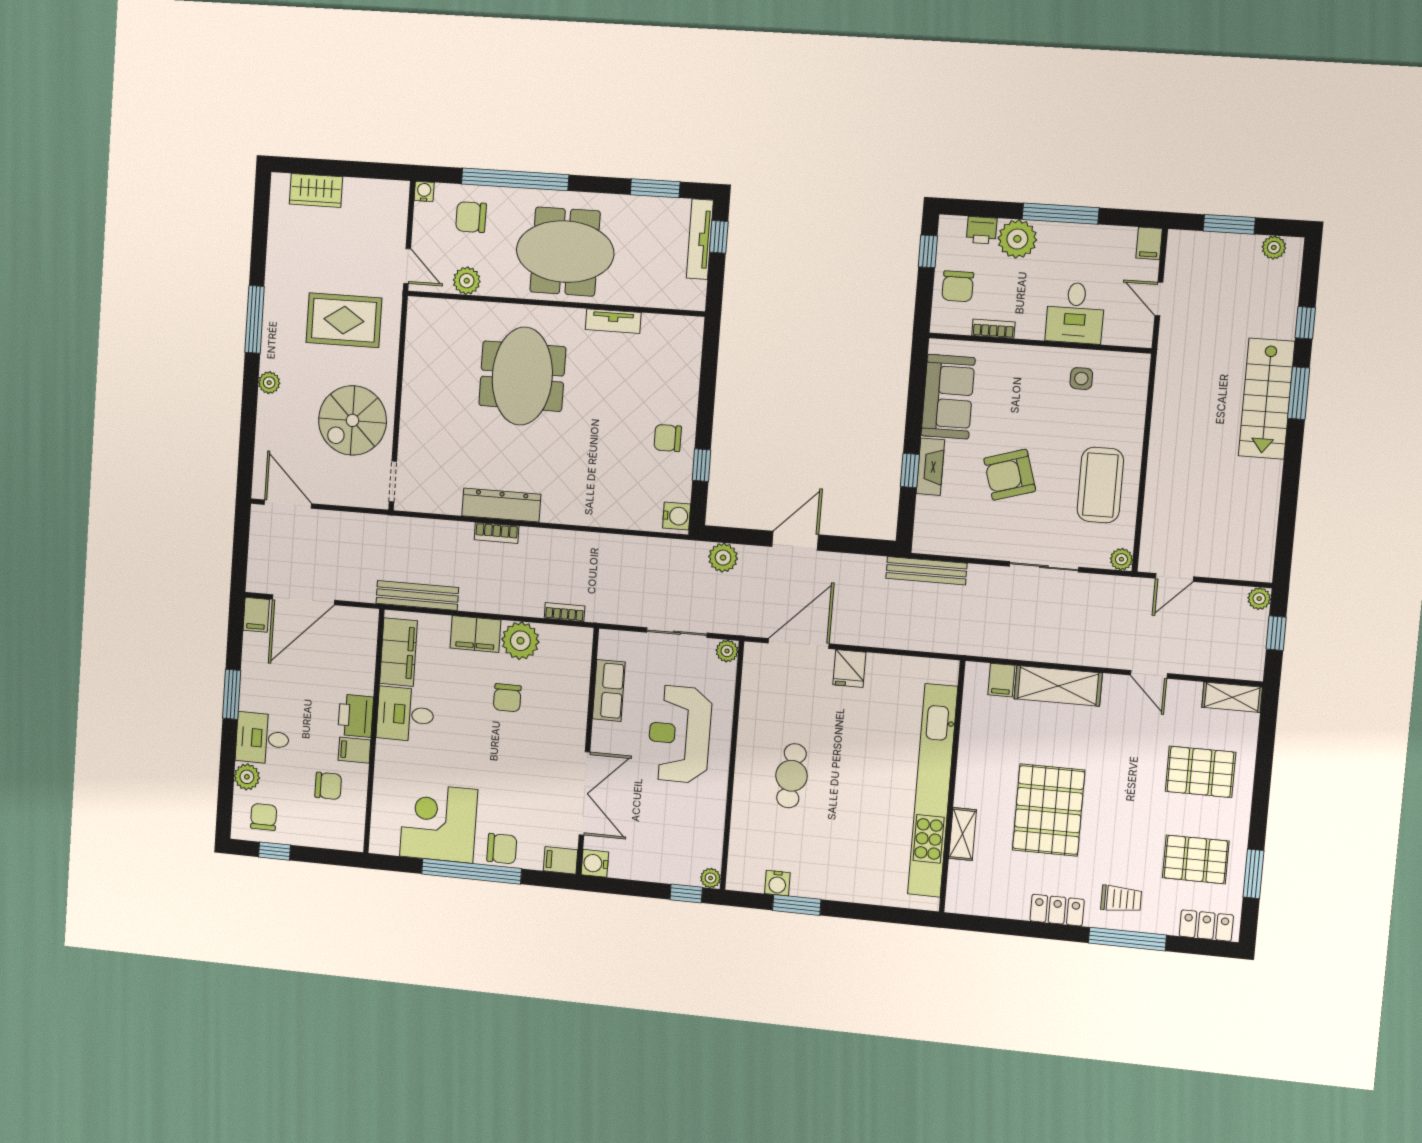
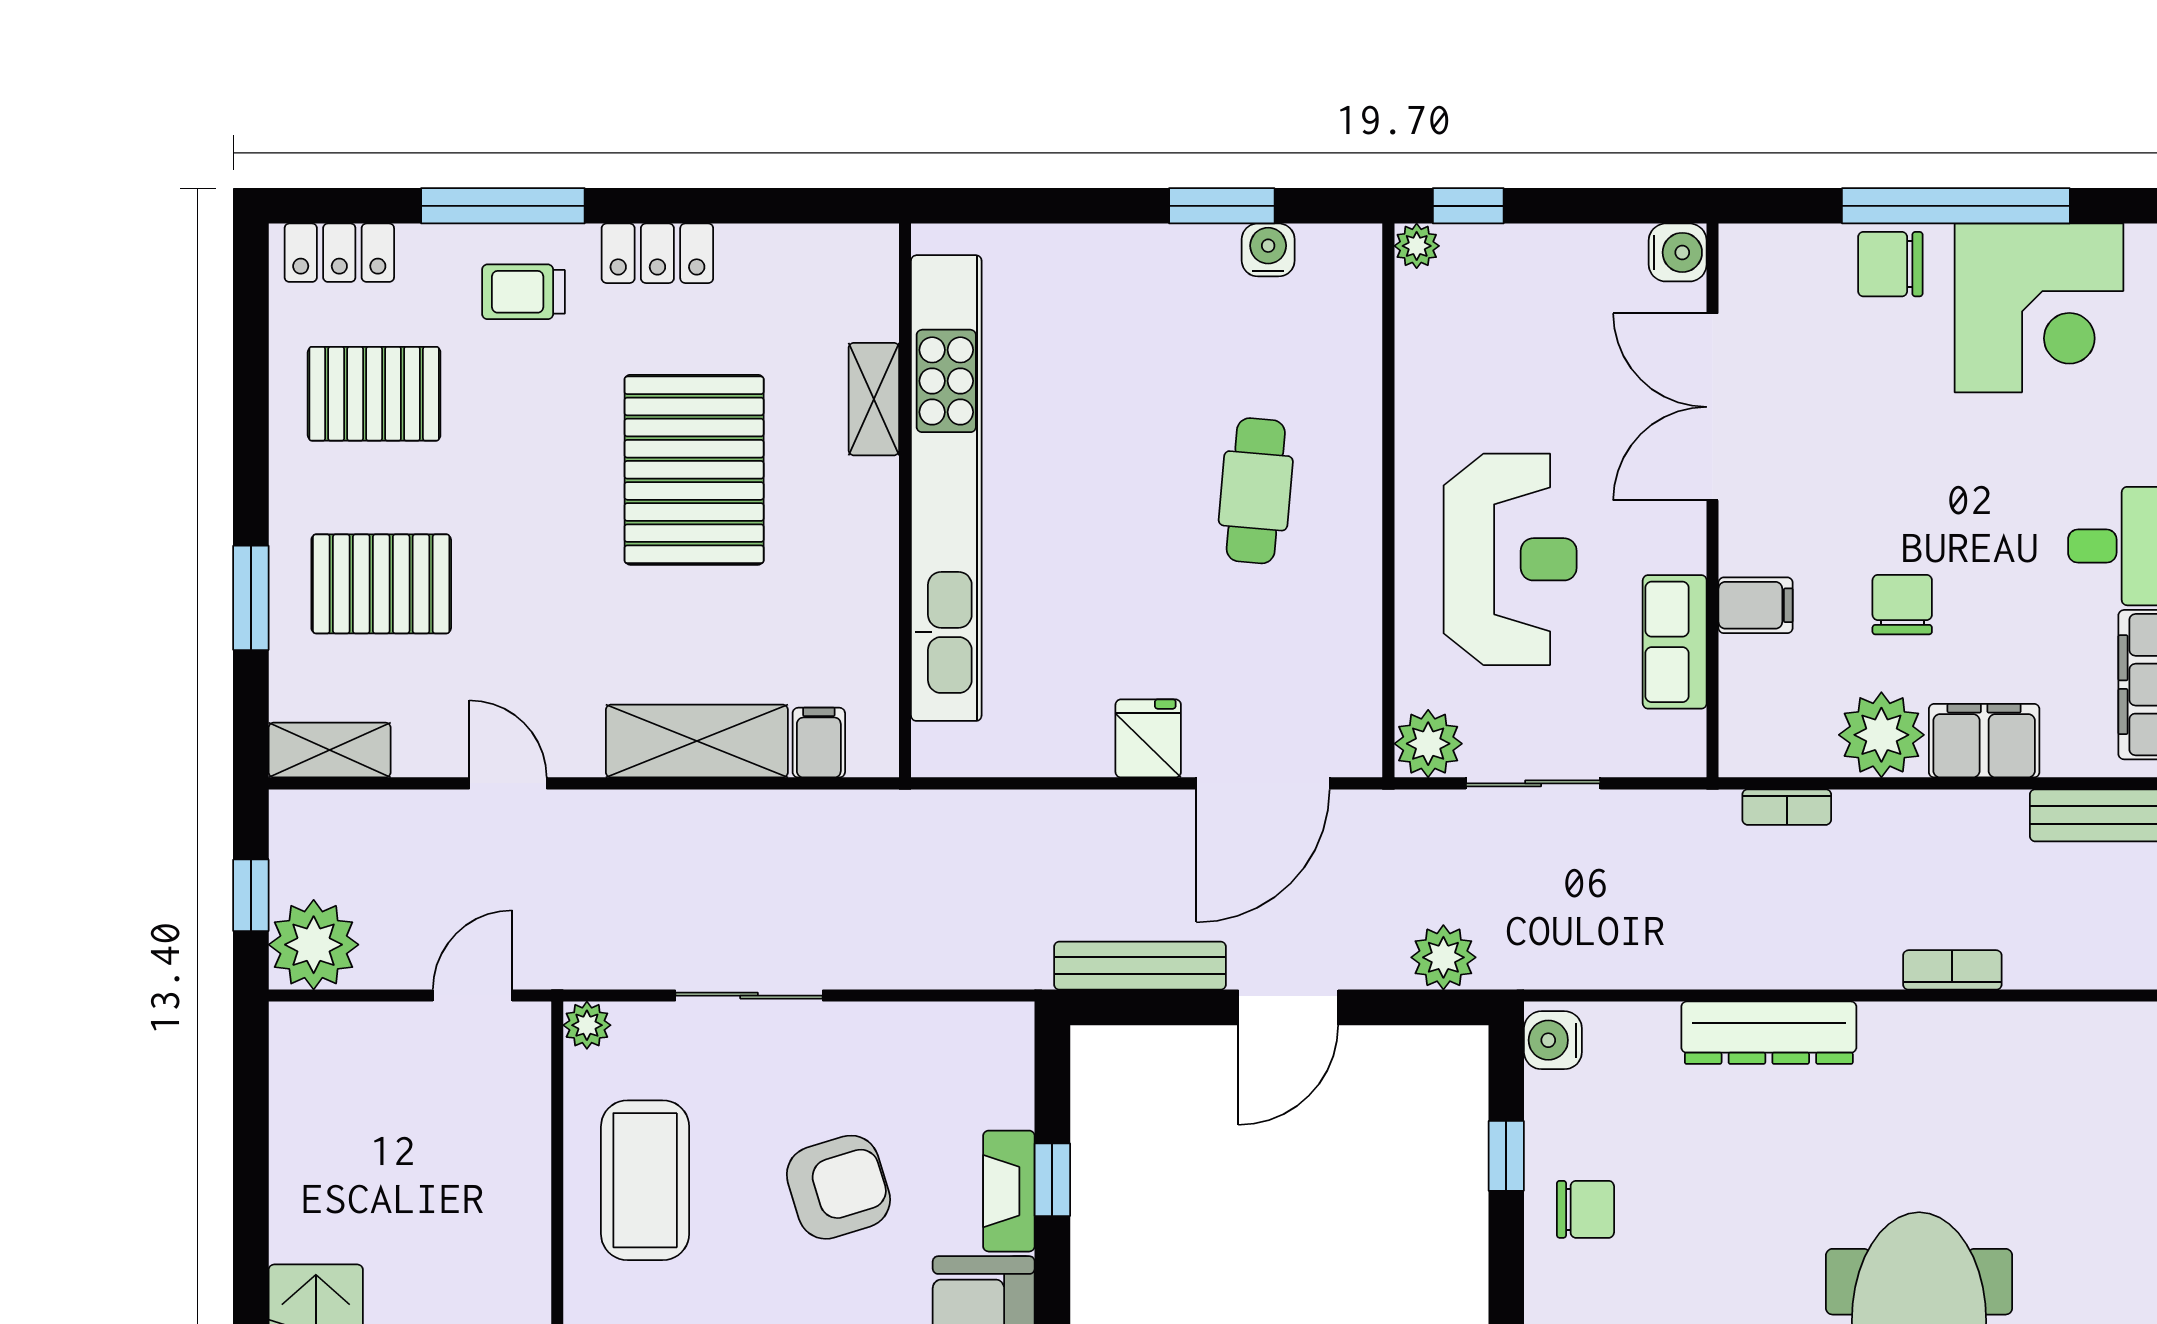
dresser: (501, 505) -> (1769, 1033), moved
bench: (926, 571) -> (1140, 966), moved
plant: (1259, 599) -> (314, 945), width x1.87, depth x1.87
plant: (727, 651) -> (1428, 744), width x1.38, depth x1.38
filing cabinet: (560, 860) -> (1756, 605), moved
window: (1253, 874) -> (251, 598), moved

